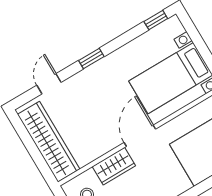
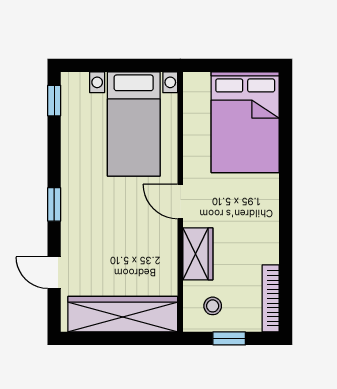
door: (140, 136) -> (180, 201), width x0.73

